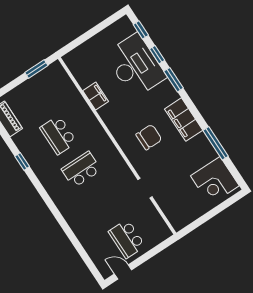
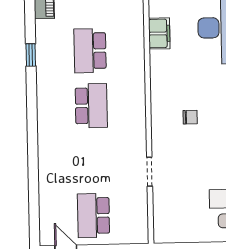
chair: (149, 137) -> (190, 117), width x0.54, depth x0.54
school desk: (81, 170) -> (91, 106), turned 90

